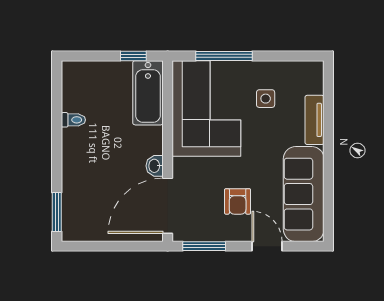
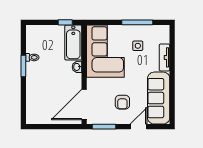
window: (224, 56) -> (137, 22), moved
washbasin: (155, 166) -> (77, 67), moved
window: (57, 212) -> (23, 66), moved
door: (267, 246) -> (139, 127), hinge flipped

